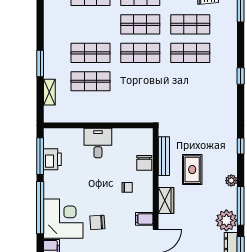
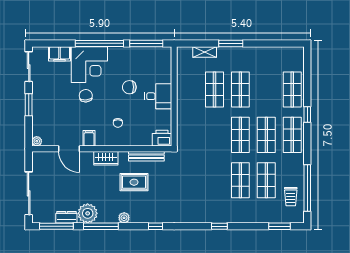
printer: (52, 159) -> (162, 138), moved, turned 180
chair: (144, 163) -> (129, 87), moved

